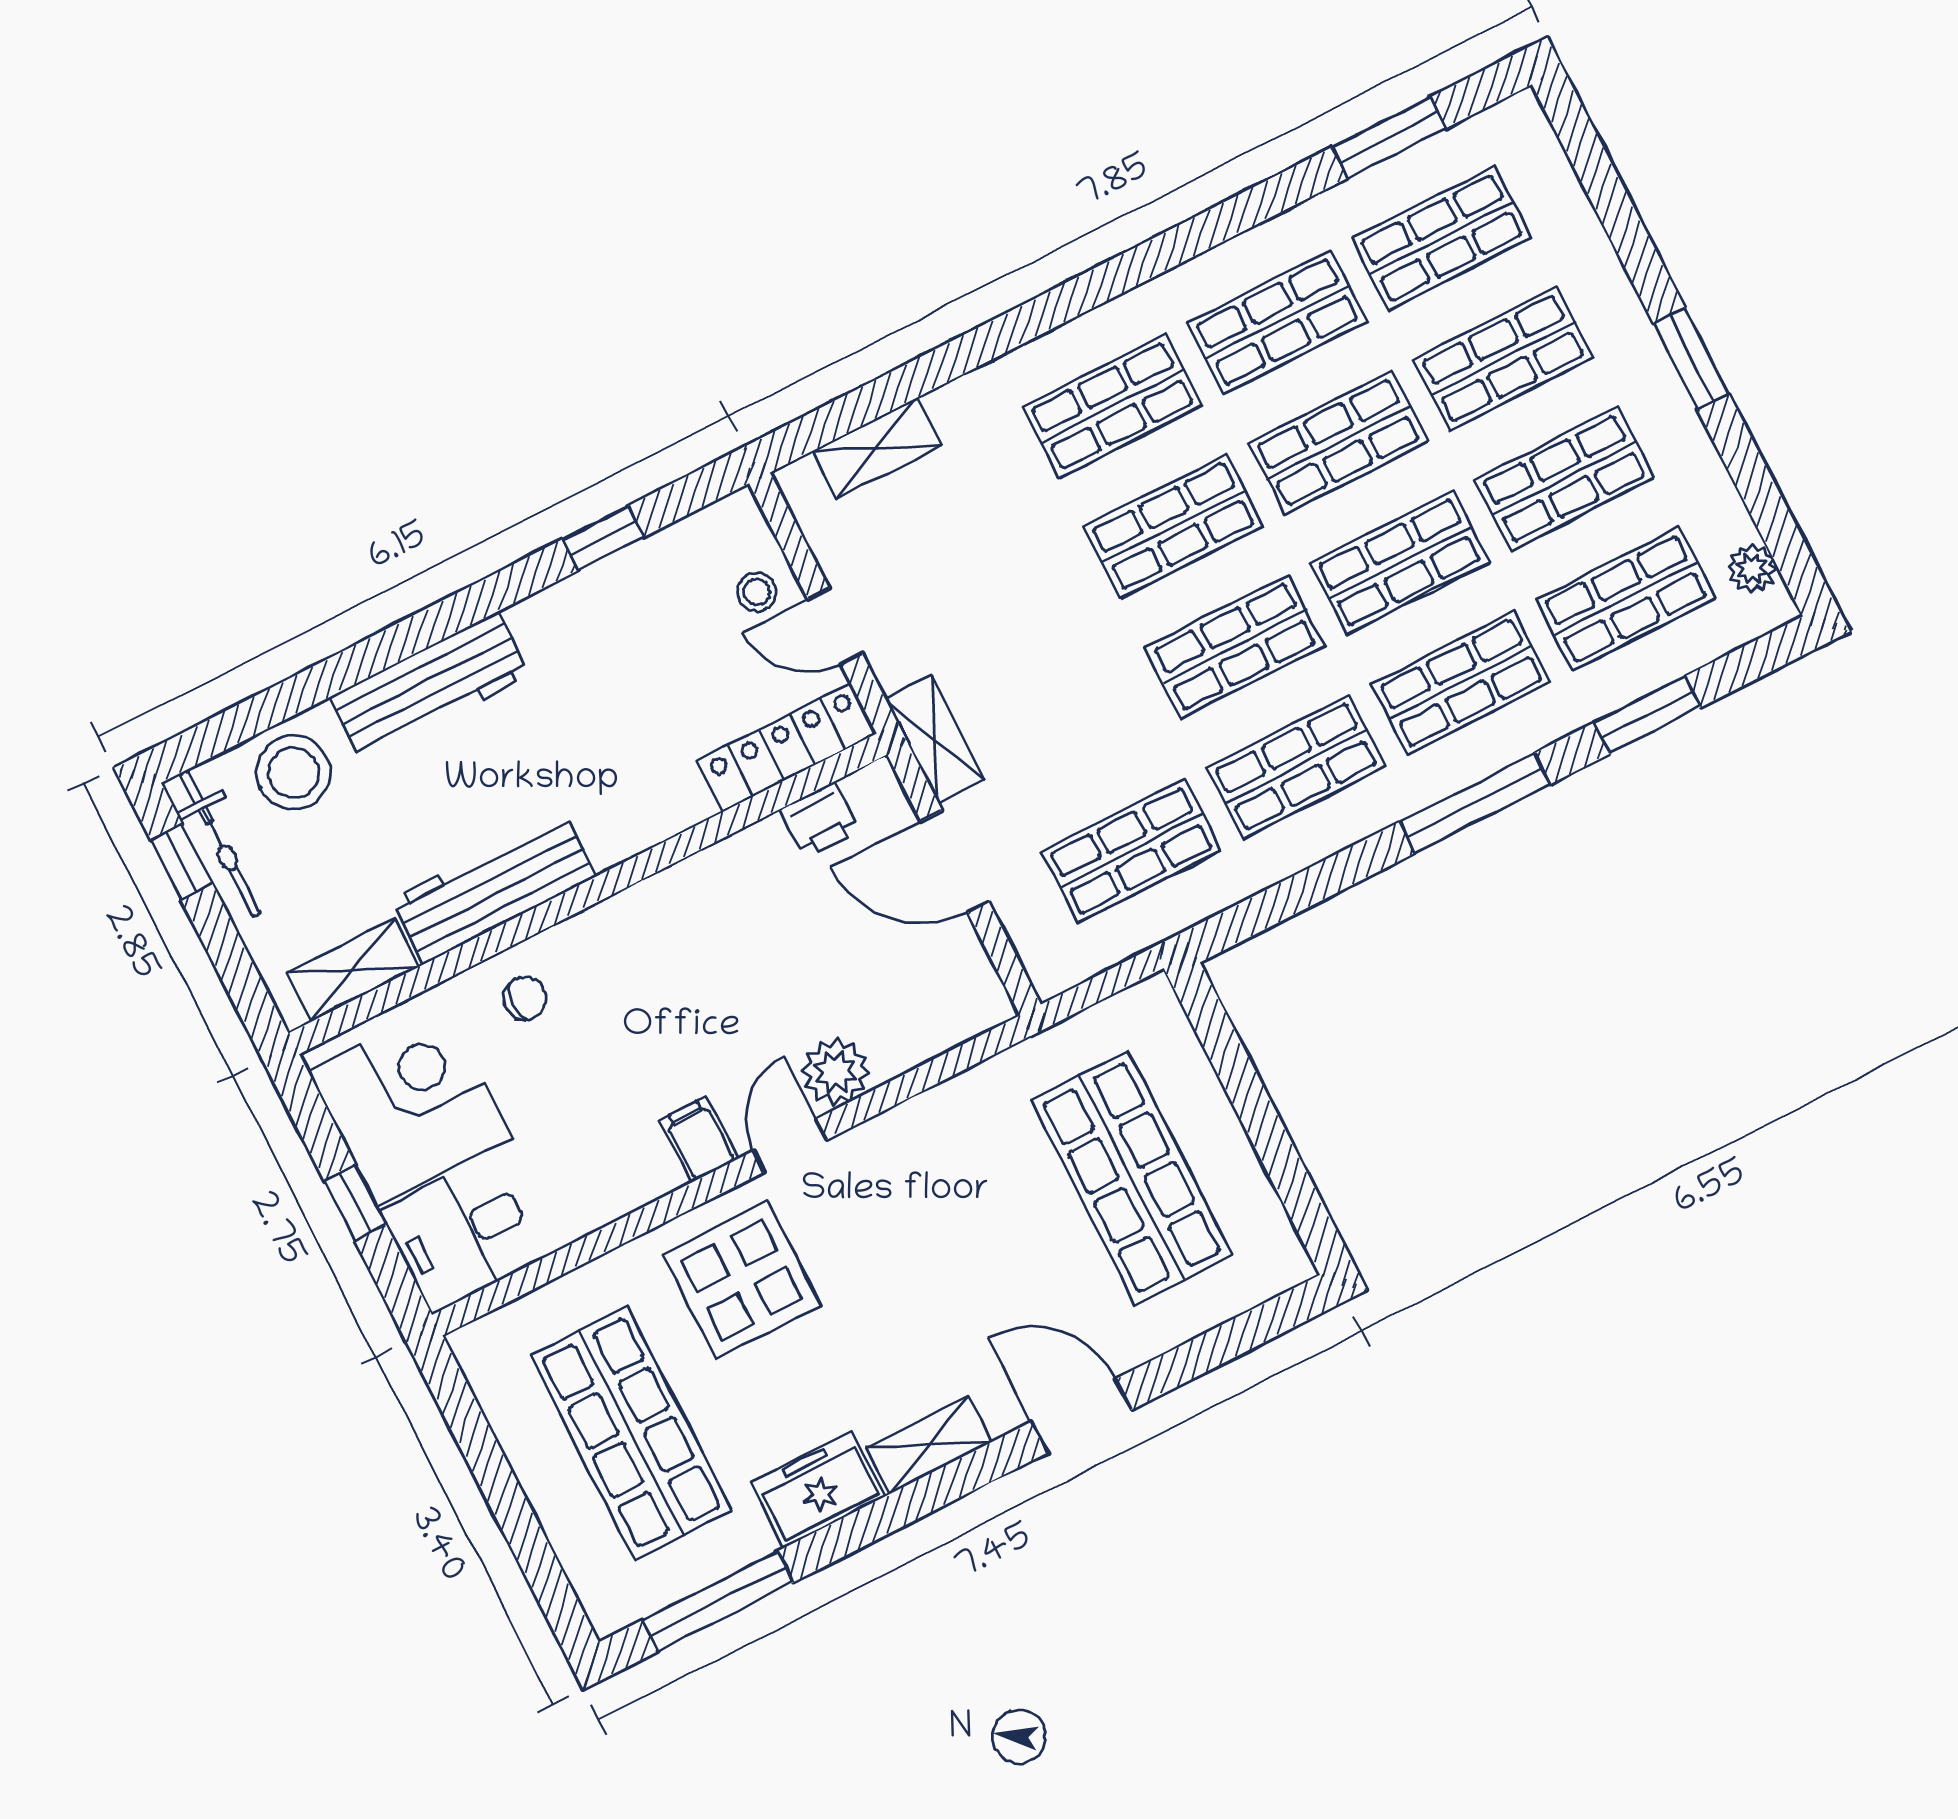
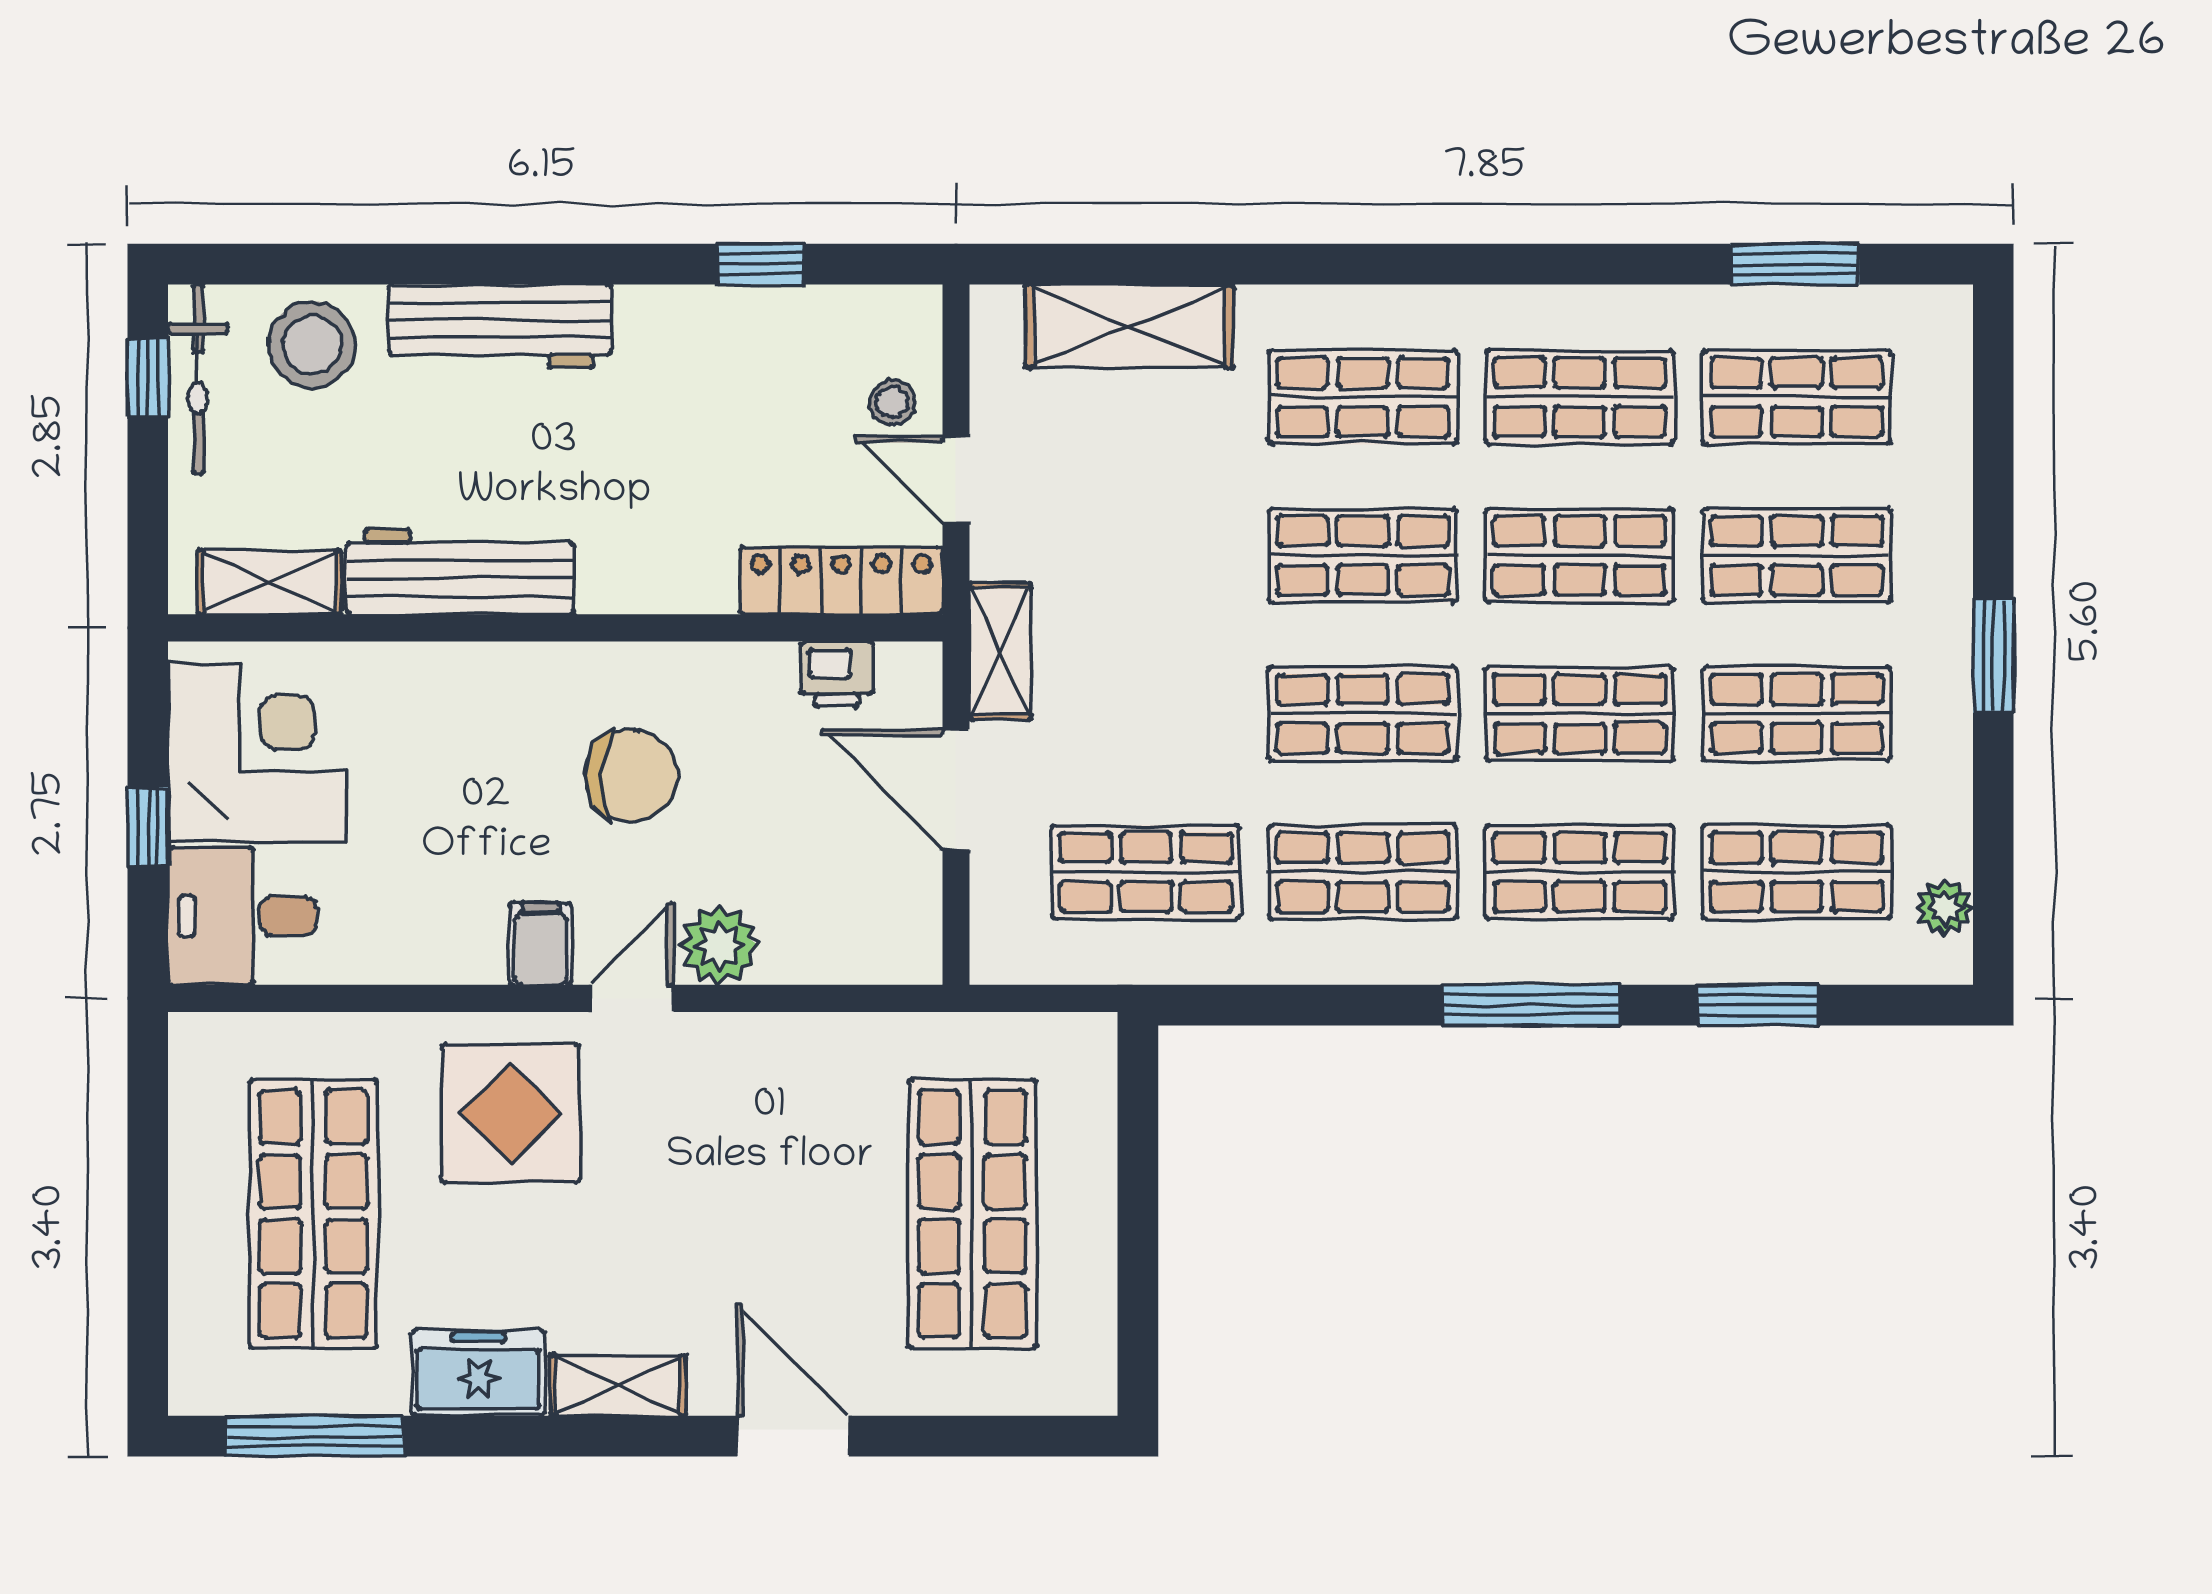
shelving: (877, 448) -> (1129, 326), width x1.50, depth x1.33
chair: (525, 998) -> (631, 776), moved, width x1.87, depth x1.87

